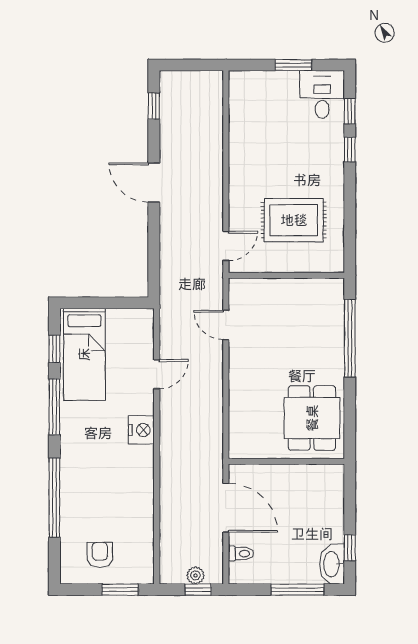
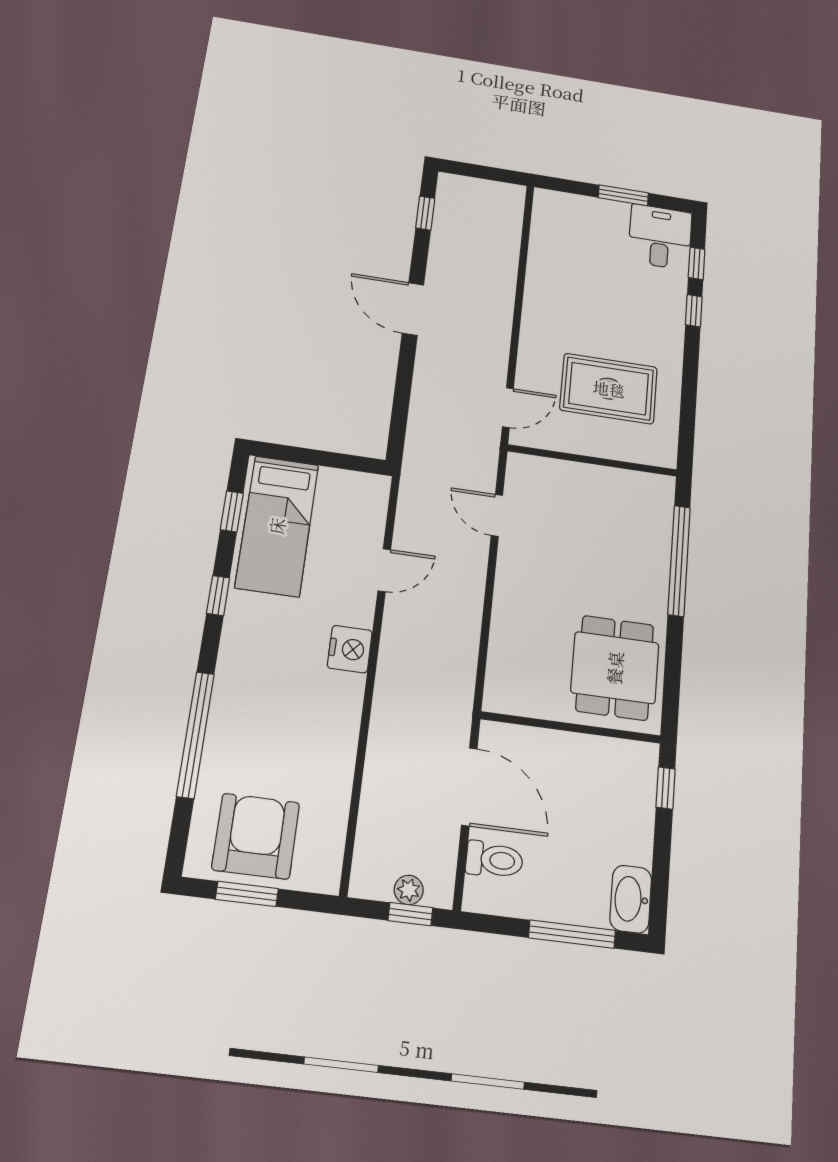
window: (54, 407) -> (218, 596), width x0.46
window: (350, 548) -> (666, 788), moved
toilet: (241, 554) -> (494, 860), width x1.37, depth x1.39
armchair: (100, 555) -> (256, 836), width x1.88, depth x1.88
window: (120, 590) -> (247, 894), moved

